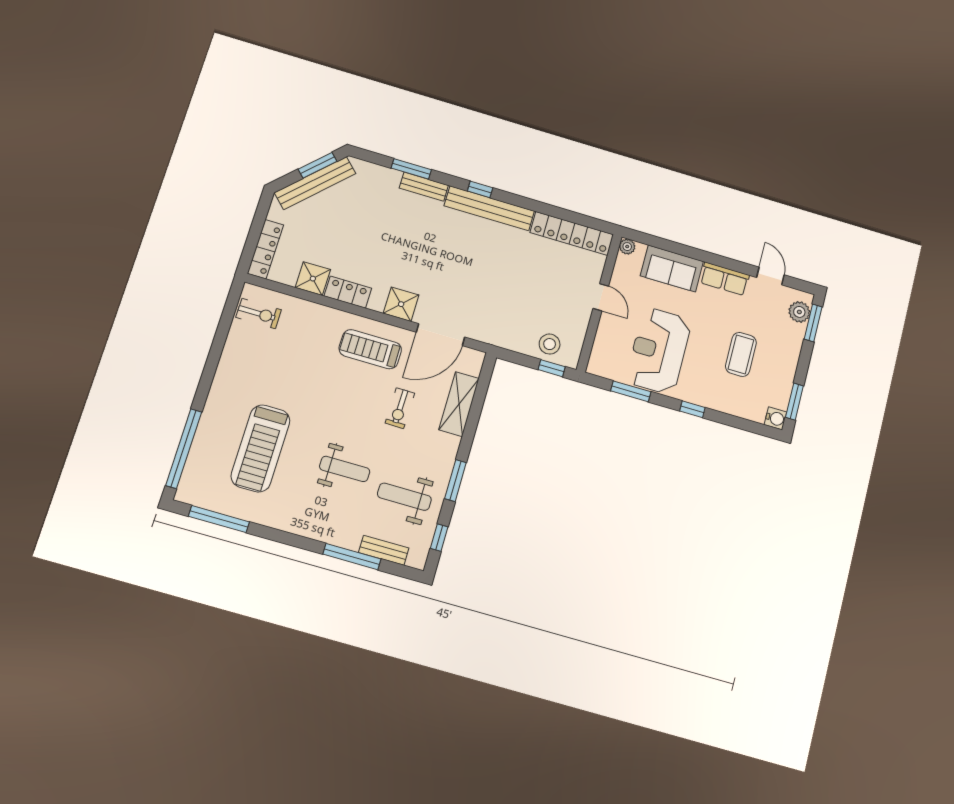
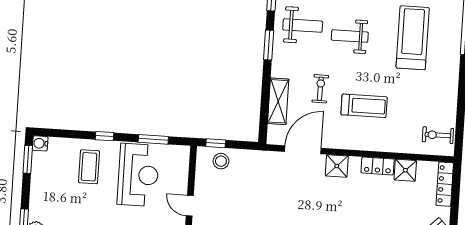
treadmill: (370, 349) -> (364, 106), moved
coffee table: (741, 354) -> (89, 167), moved

